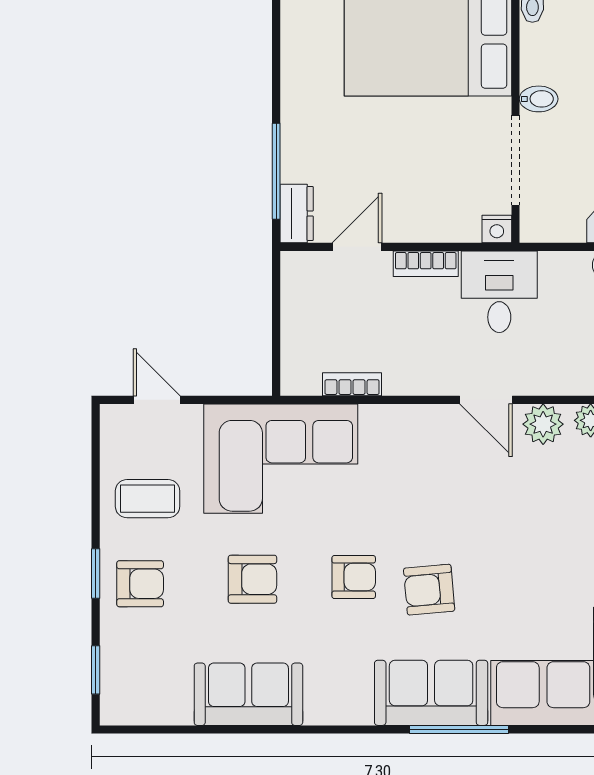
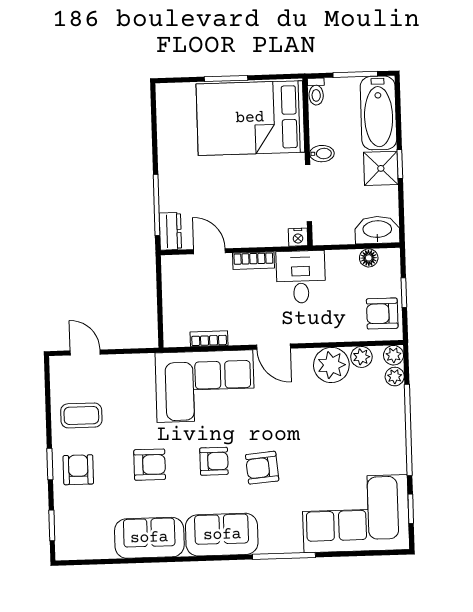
door: (357, 247) -> (209, 251), hinge flipped
door: (486, 400) -> (274, 347), moved
plant: (543, 424) -> (331, 365), width x1.36, depth x1.36
corner sofa: (281, 459) -> (205, 386), moved
armchair: (140, 584) -> (78, 470), turned -90
sofa: (431, 693) -> (222, 535), moved

